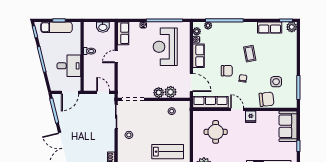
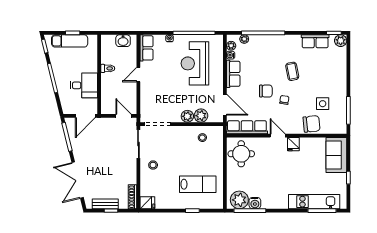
round table: (216, 132) -> (241, 154), moved

